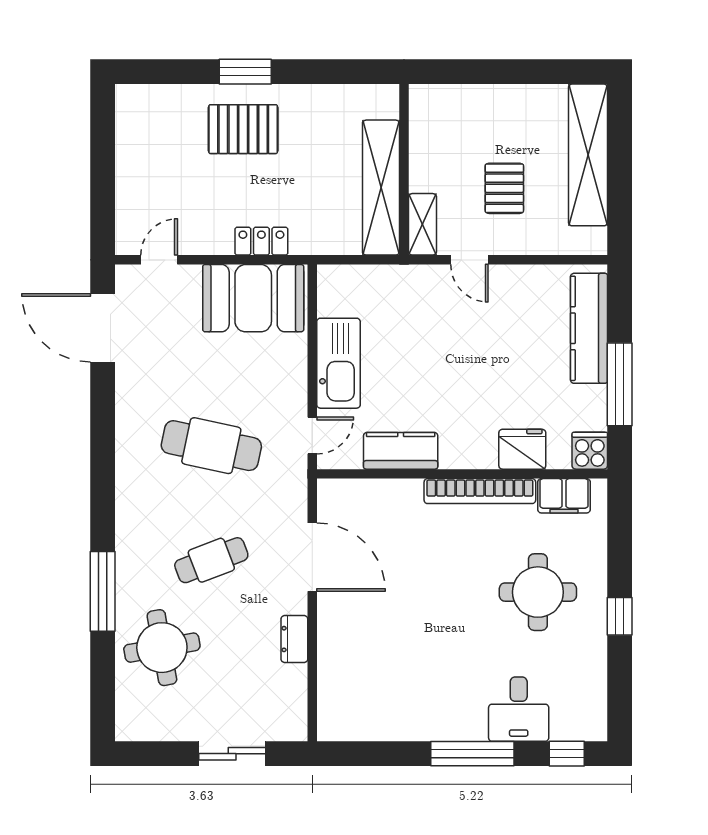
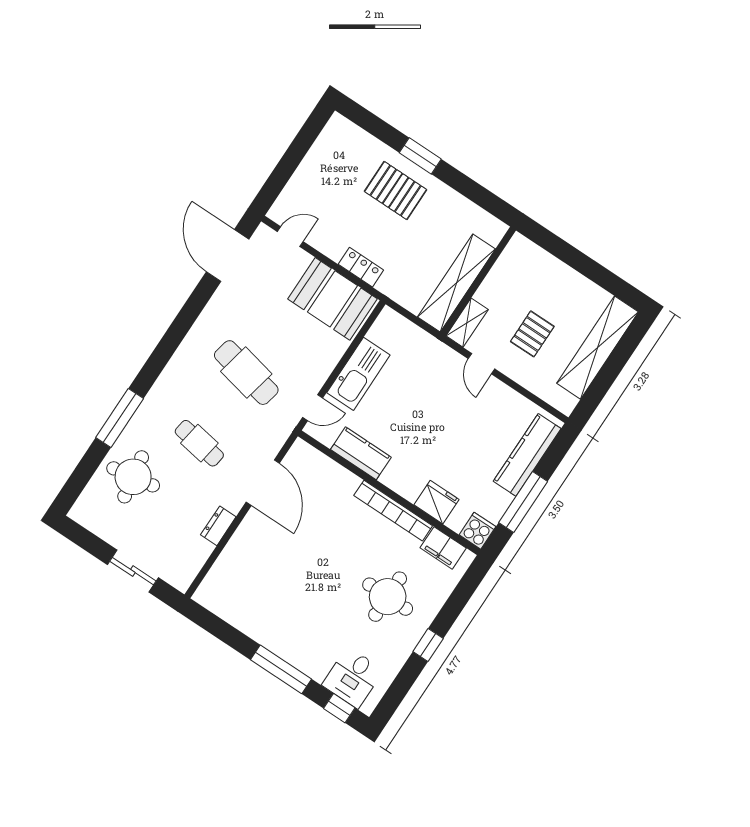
cafe table: (211, 560) -> (199, 443), turned 30
desk: (519, 709) -> (353, 678), moved

